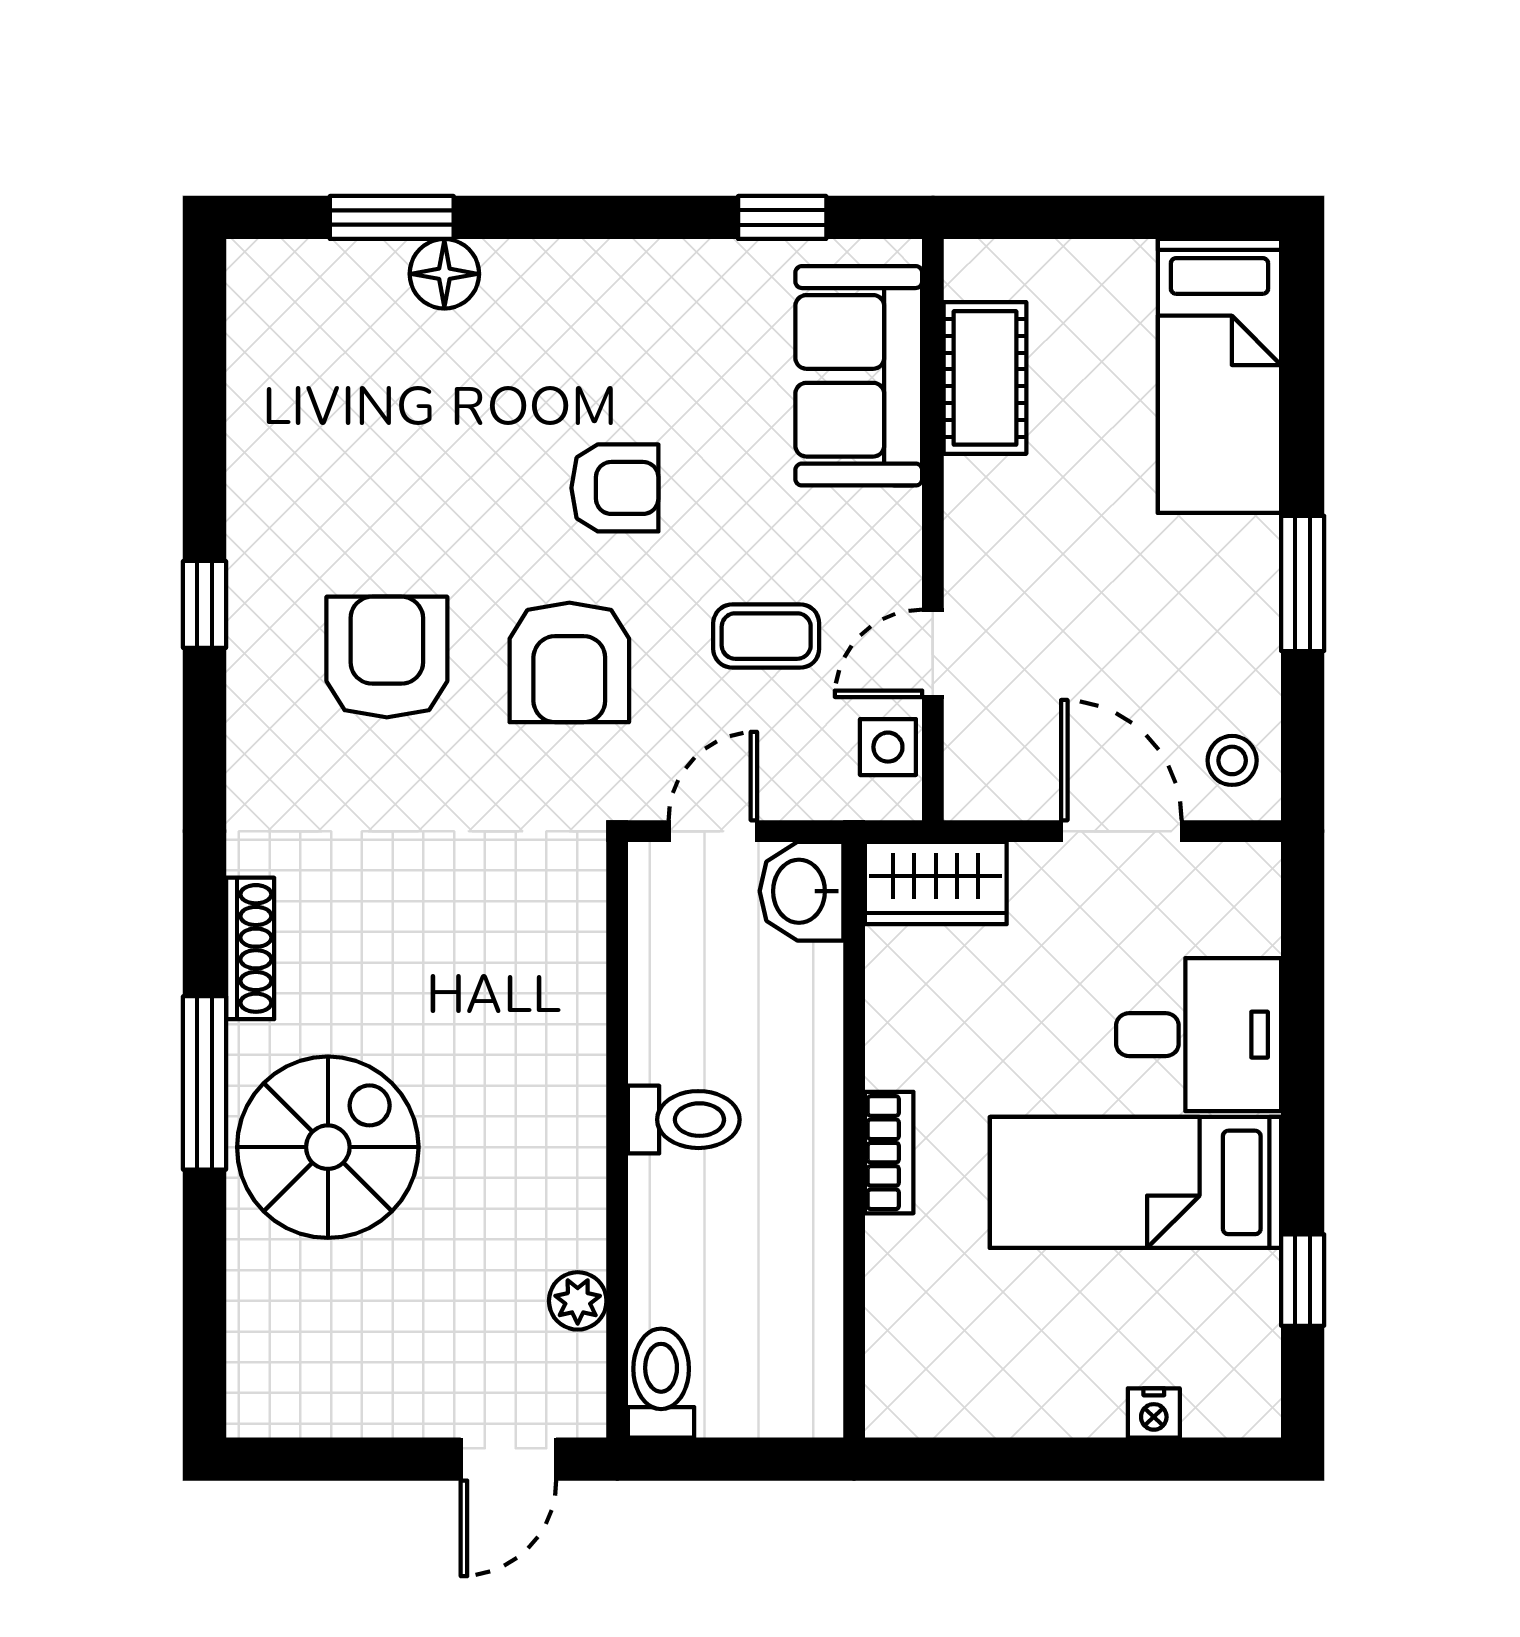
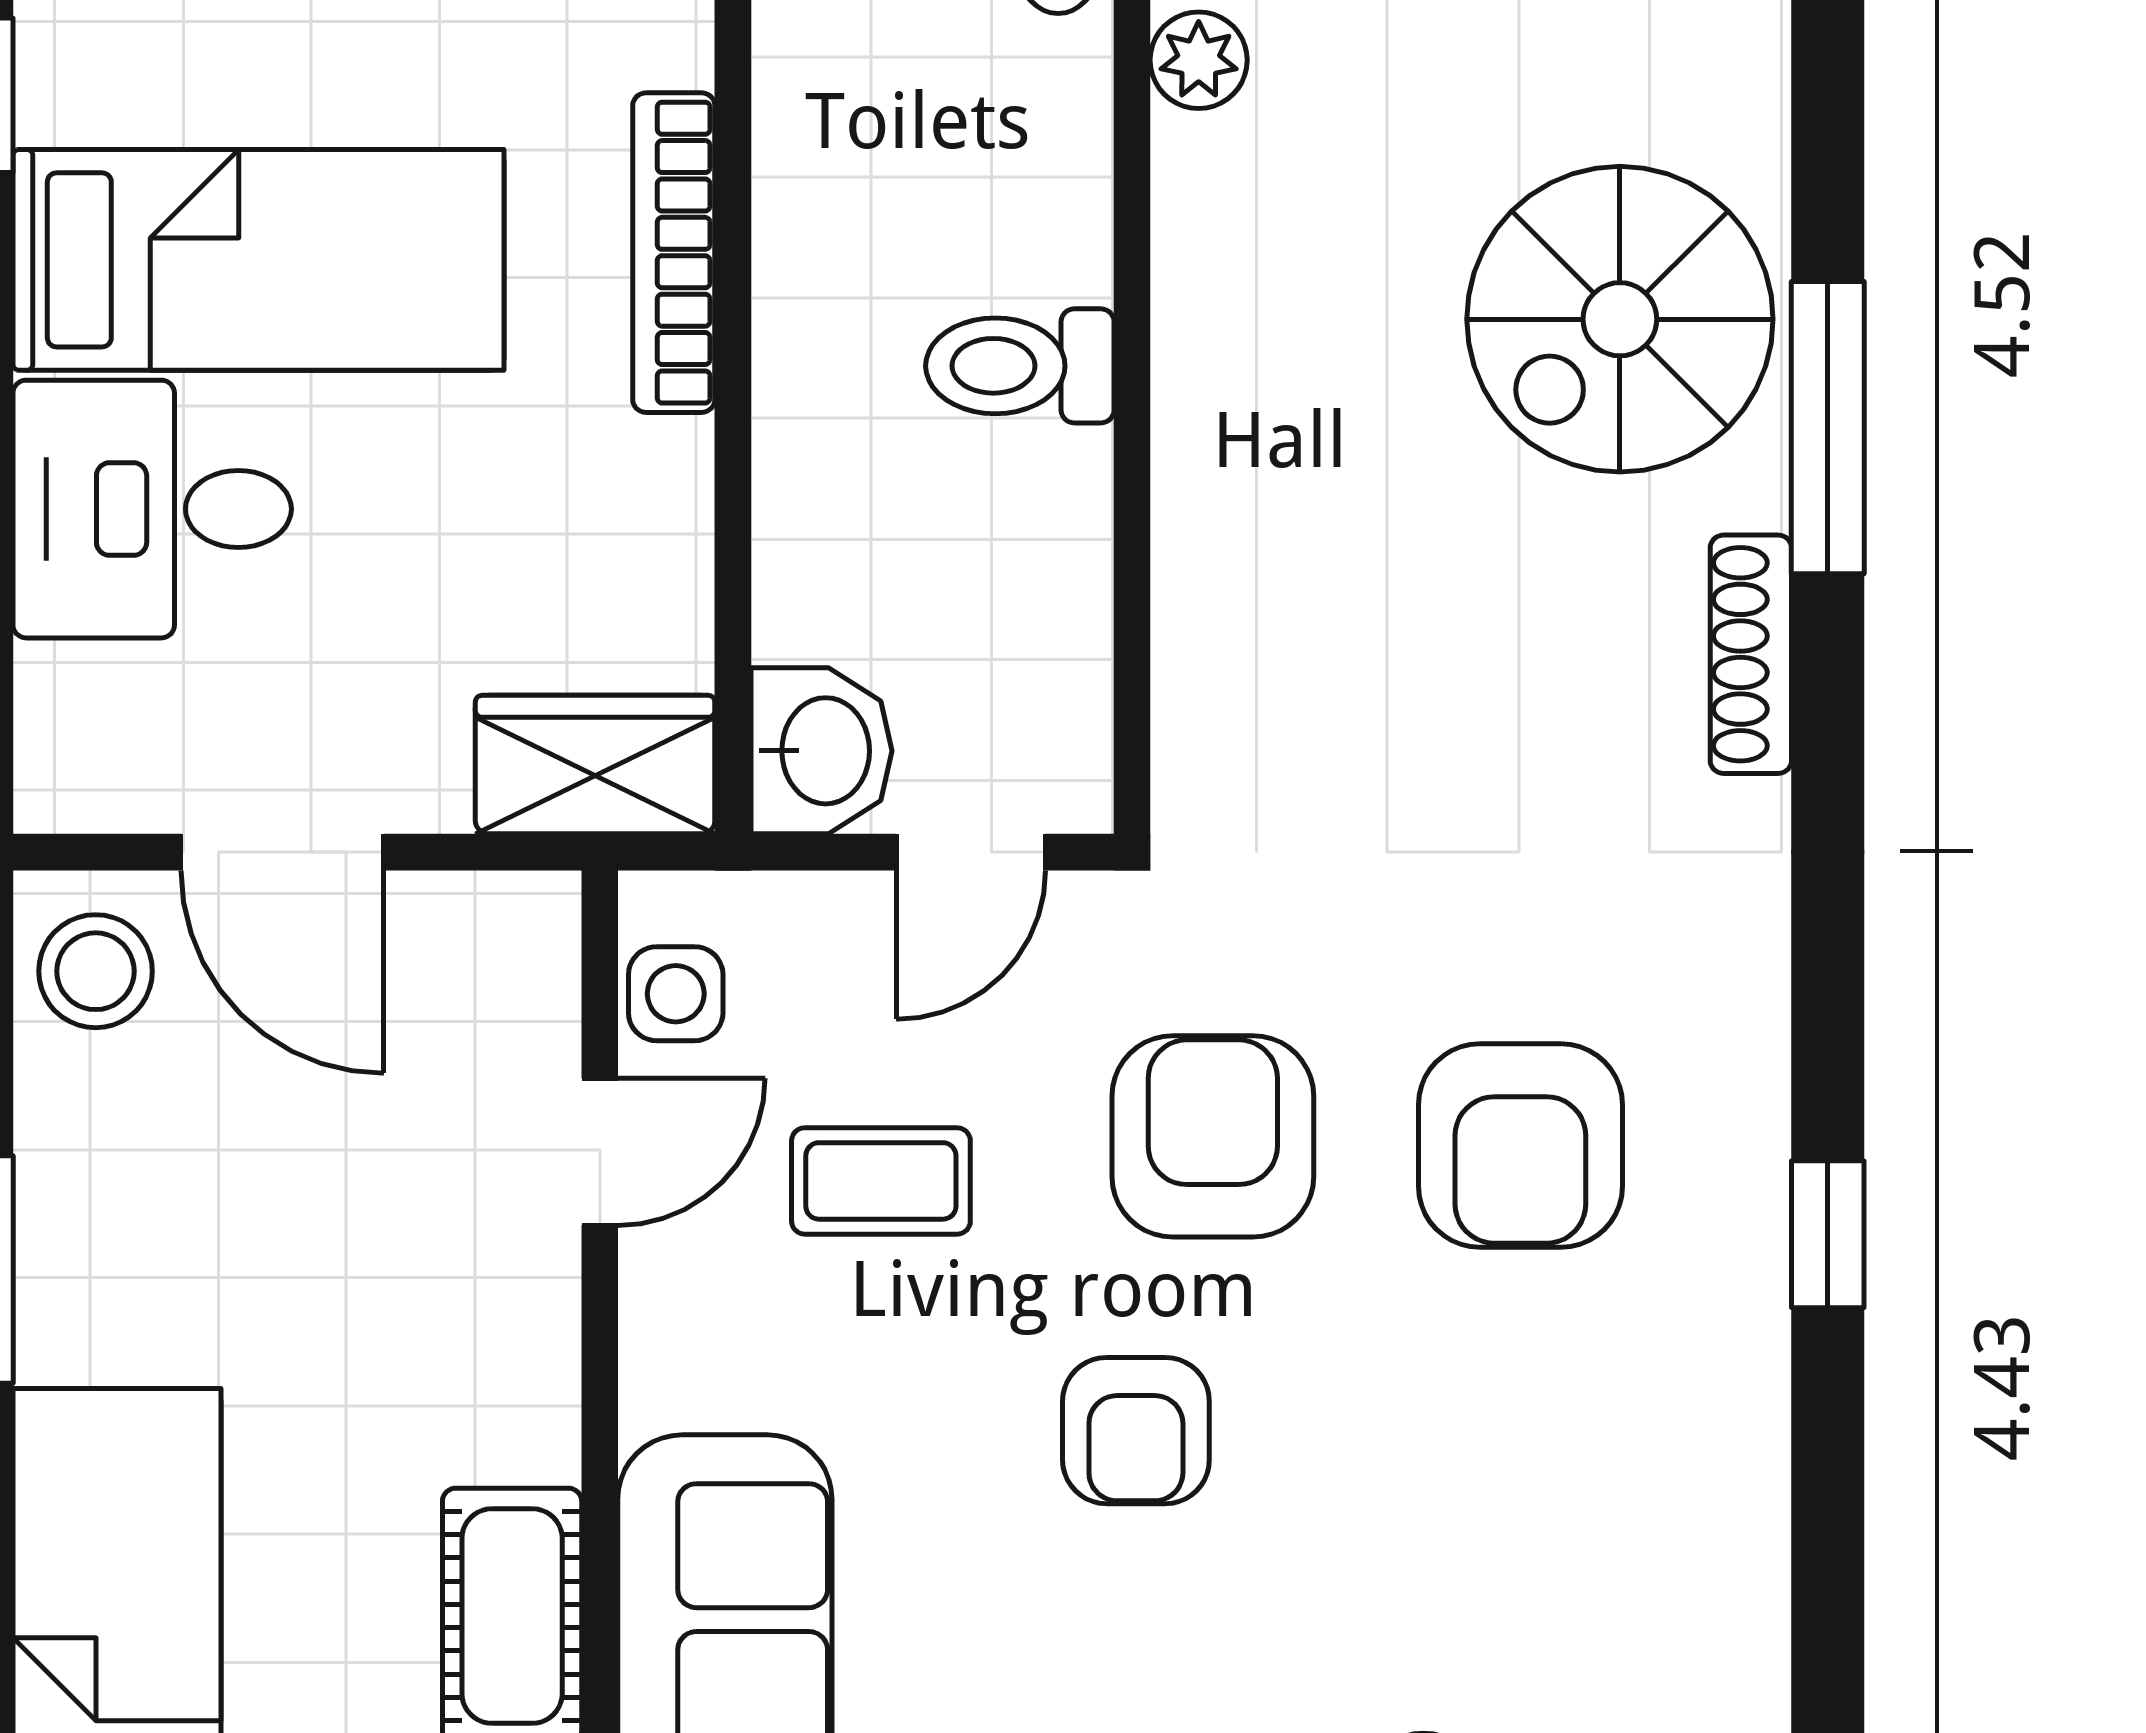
armchair: (615, 488) -> (1136, 1431), turned -90
stool: (1232, 760) -> (96, 971), width x1.37, depth x1.37
bookcase: (889, 1153) -> (674, 253), width x1.56

